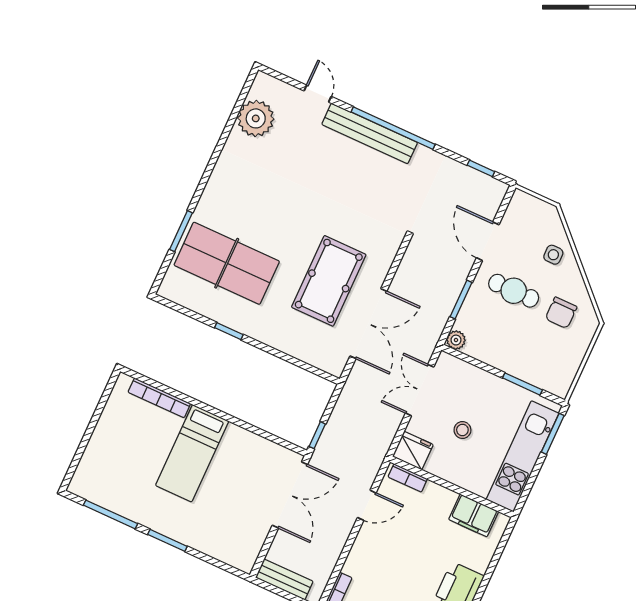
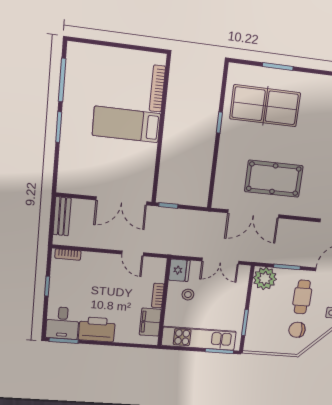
table tennis table: (227, 263) -> (265, 106), turned 90
plant: (456, 340) -> (265, 278), width x1.87, depth x1.87
double door: (420, 390) -> (220, 261), swing flipped
stool: (462, 430) -> (188, 295), moved
bookcase: (408, 478) -> (158, 296), moved

